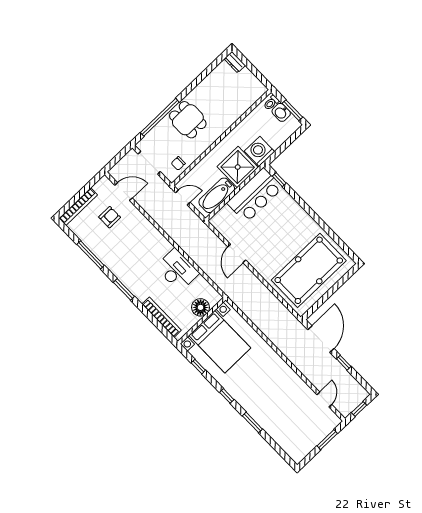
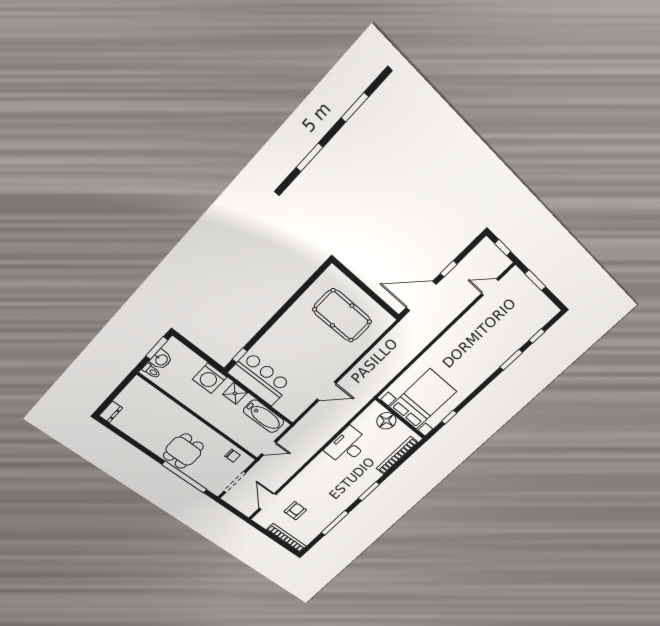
shower: (238, 167) -> (235, 393), width x0.54, depth x0.54
door: (183, 197) -> (269, 448), swing flipped
armchair: (110, 217) -> (295, 511), turned 90
pool table: (309, 270) -> (342, 316), width x0.73, depth x0.76
window: (227, 396) -> (537, 336), moved

